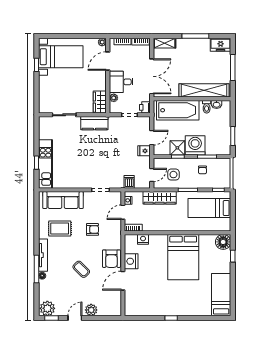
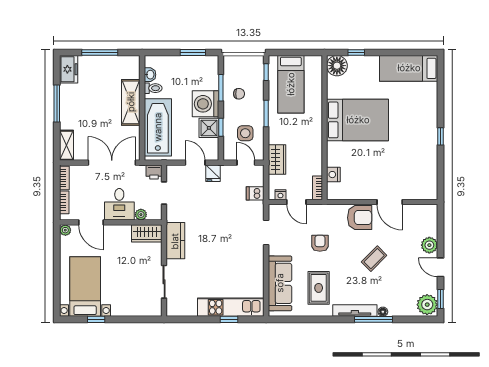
shelving: (204, 90) -> (131, 102), width x0.68
wardrobe: (160, 198) -> (277, 160), width x0.67
nightstand: (131, 261) -> (363, 191), removed

